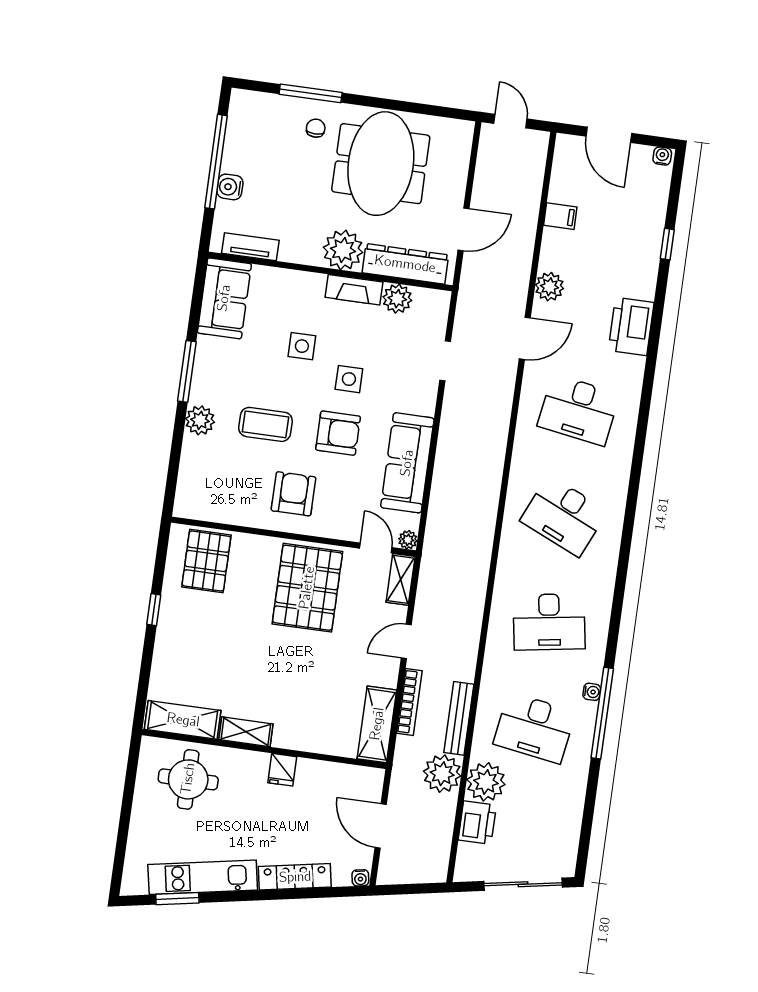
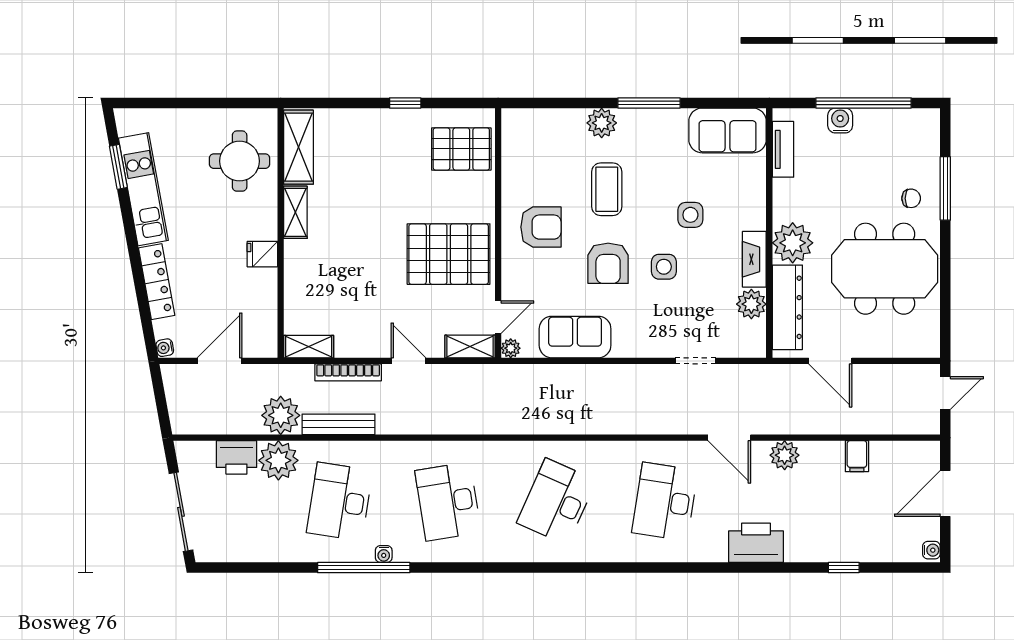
sofa: (407, 463) -> (575, 337), width x0.73
shelving: (377, 724) -> (309, 347), width x0.67, depth x0.75

